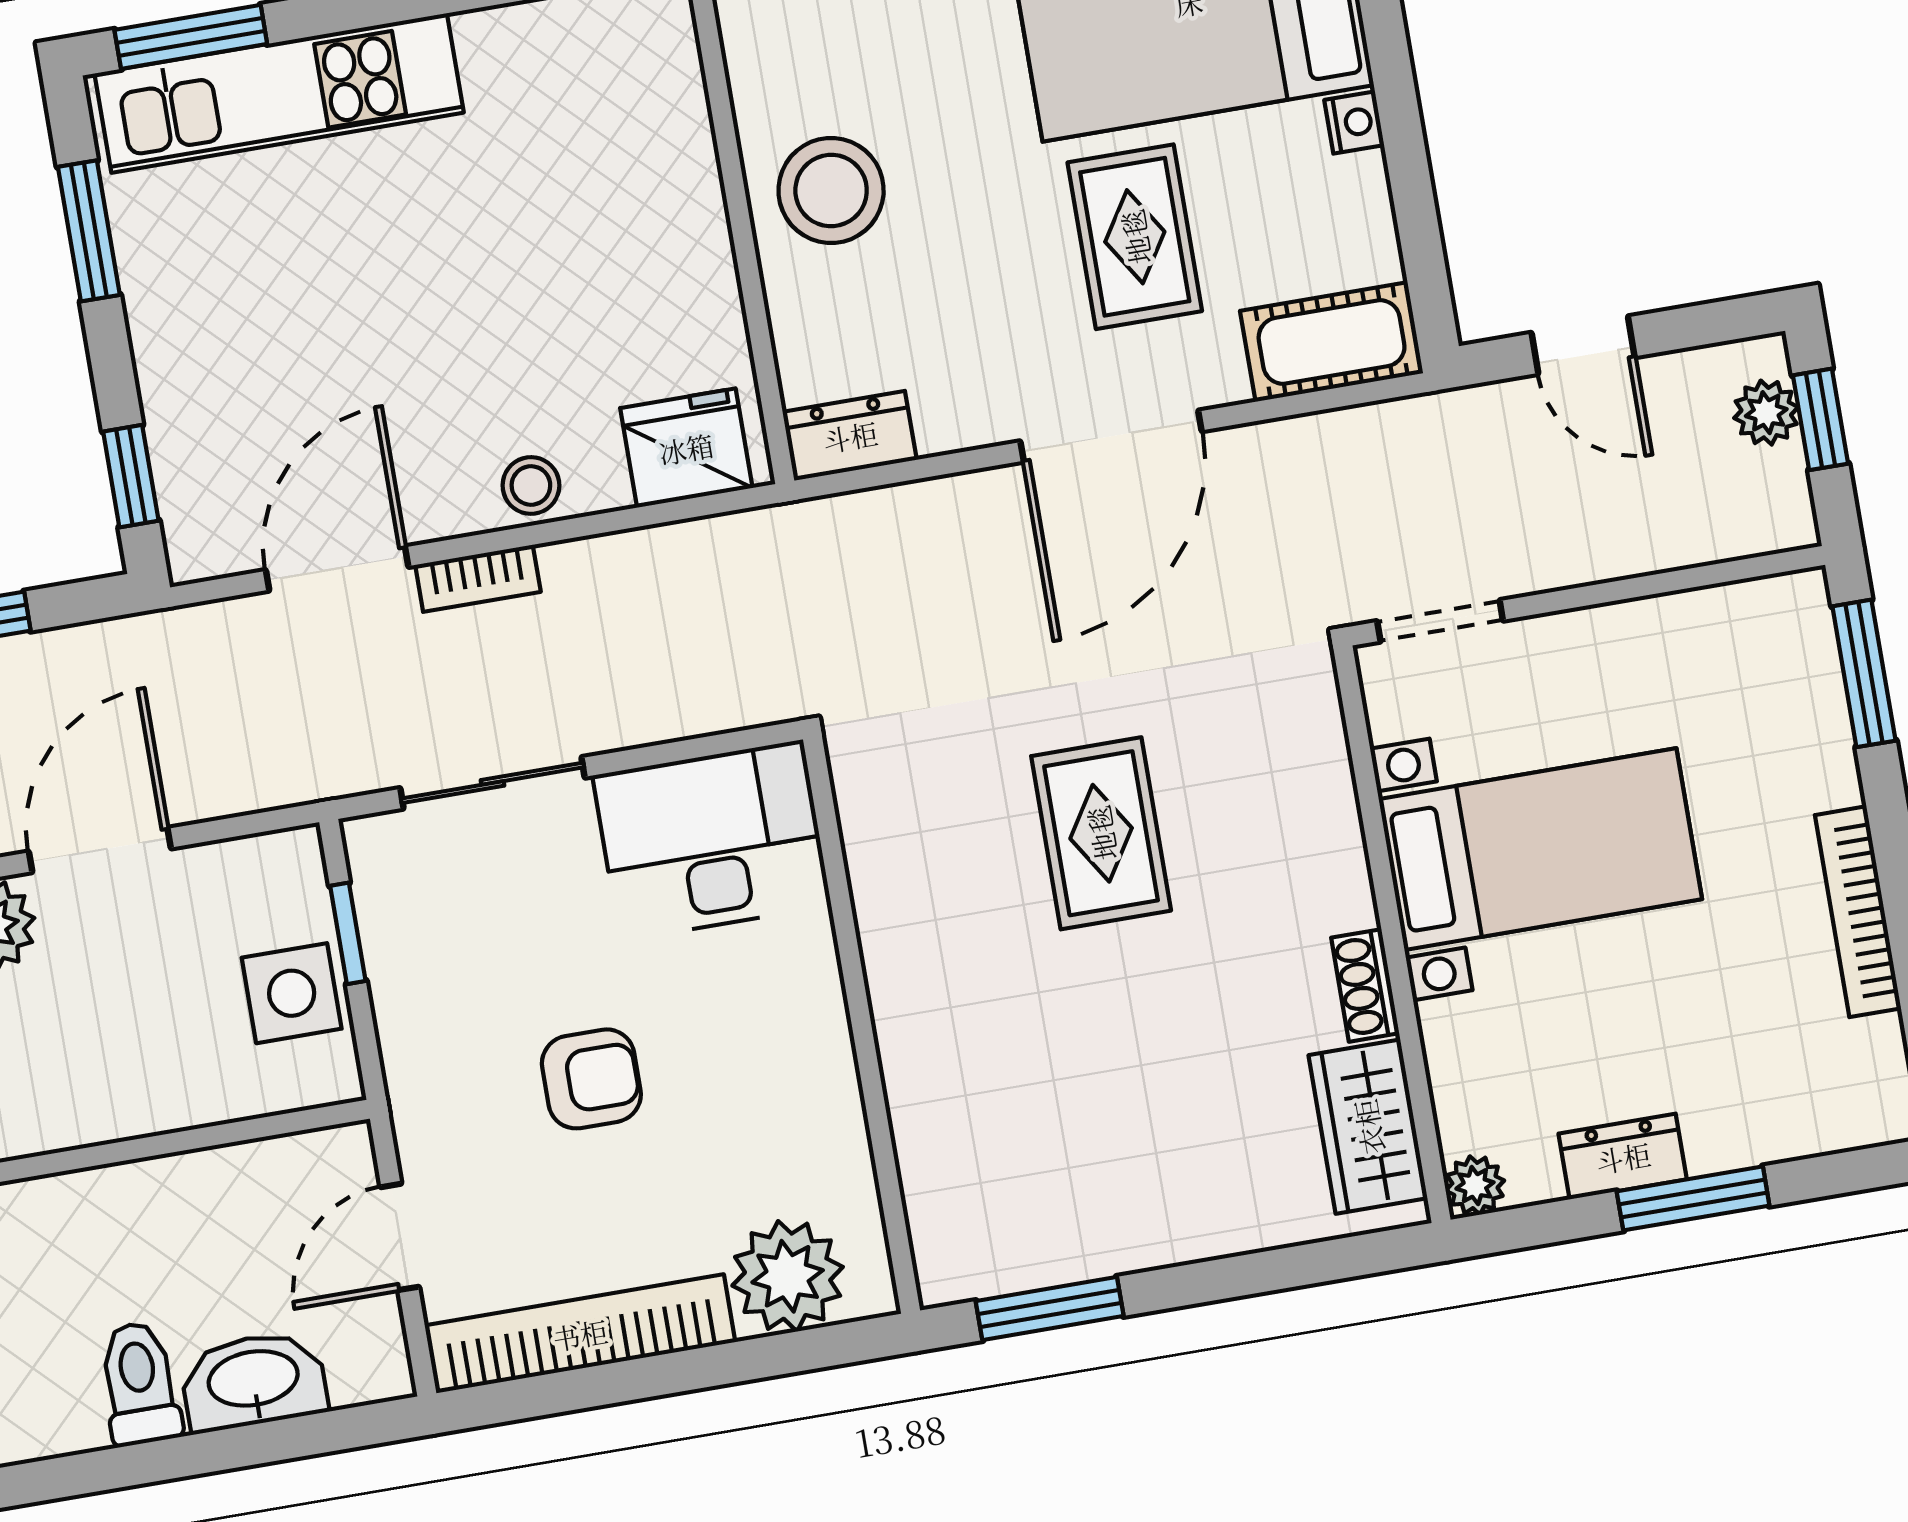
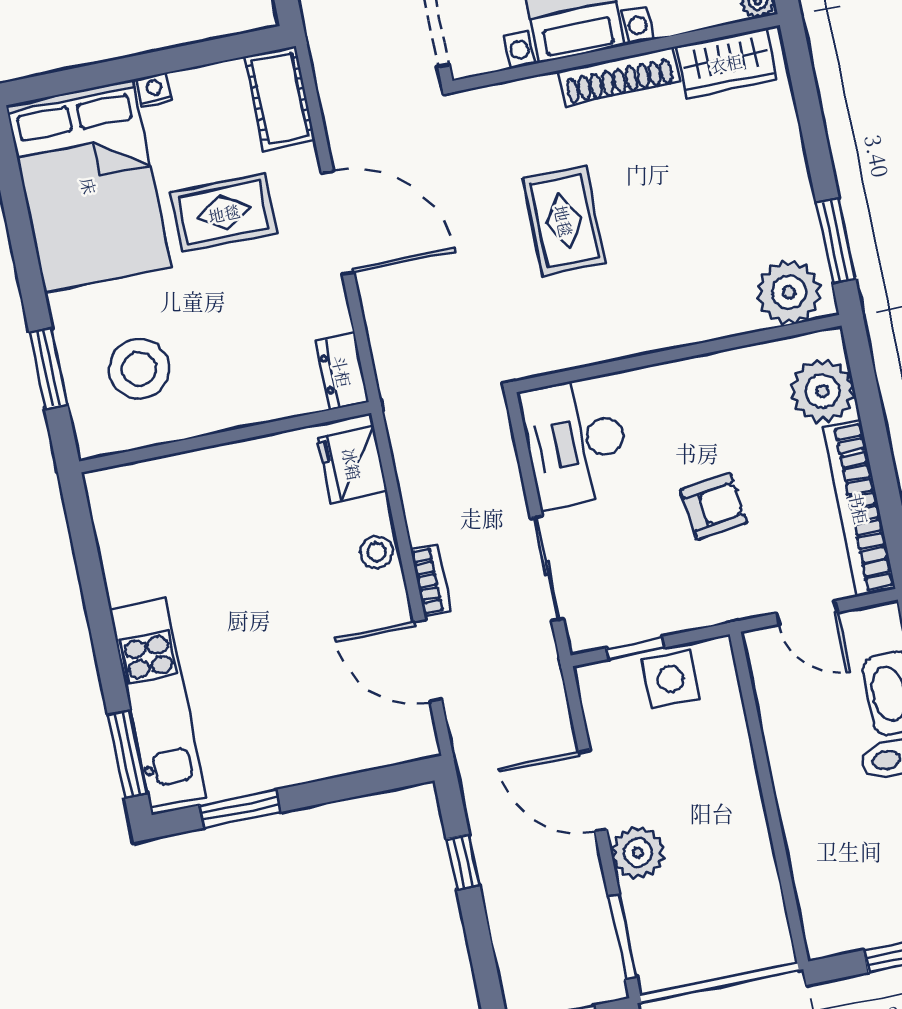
stool: (831, 191) -> (139, 369), moved
window: (131, 476) -> (379, 780), removed
rug: (1101, 833) -> (564, 221), turned 90
shoe rack: (1365, 985) -> (619, 76), width x1.94, depth x1.24
armchair: (591, 1079) -> (714, 506), turned 83
plant: (963, 1223) -> (789, 292), added

